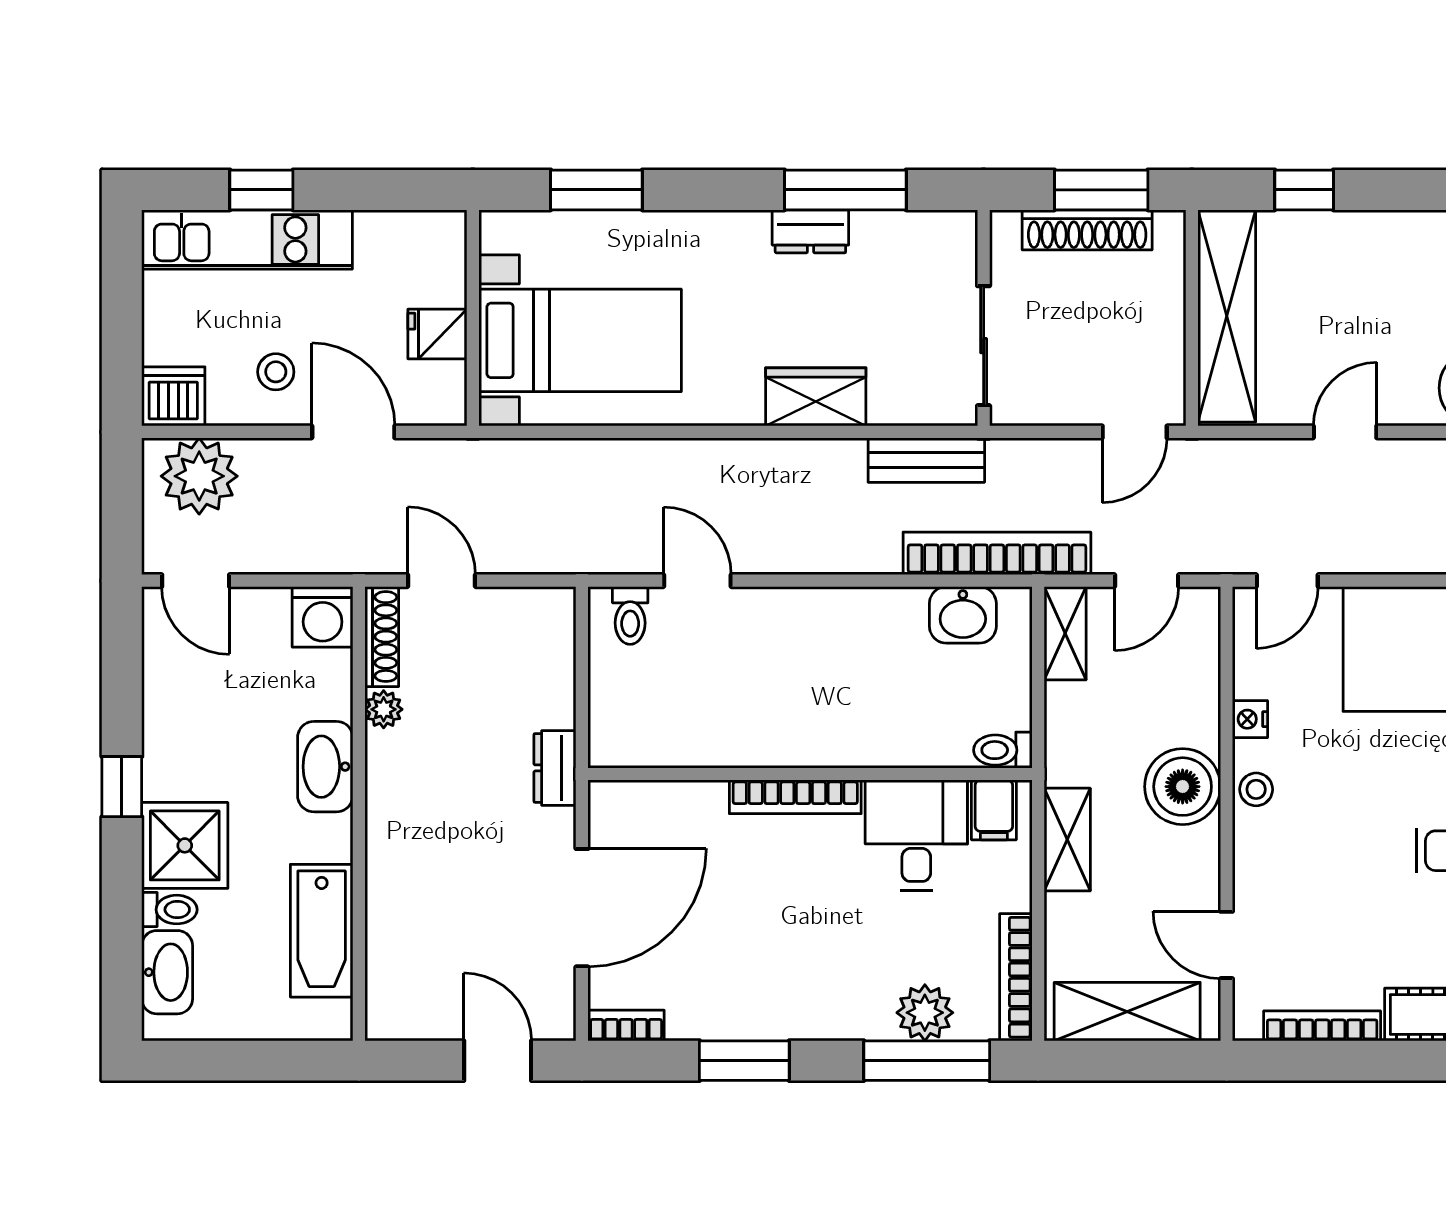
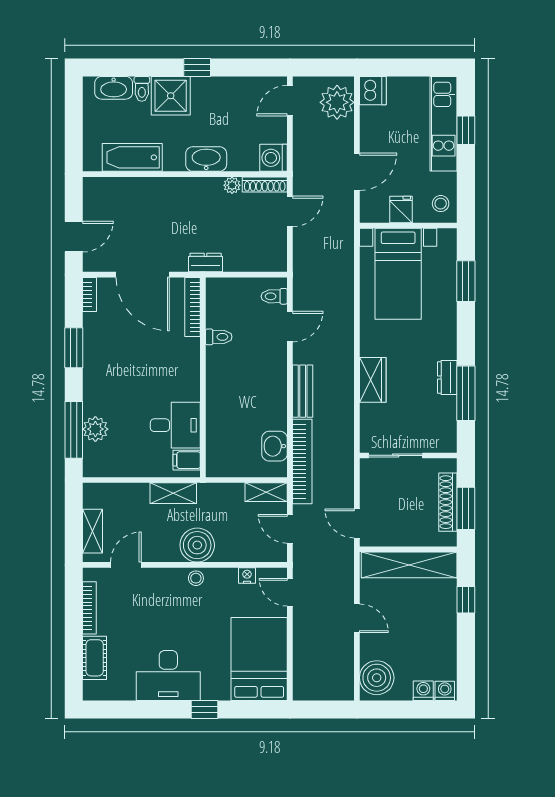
stool: (276, 372) -> (441, 204), moved
bench: (926, 460) -> (303, 391), moved
nightstand: (1250, 719) -> (247, 575), moved
toilet: (1003, 750) -> (219, 337), moved, turned 90
bookcase: (795, 797) -> (193, 307), moved
bookcase: (1016, 977) -> (111, 470), removed
shelving: (1127, 1012) -> (93, 531), width x0.67, depth x0.75

